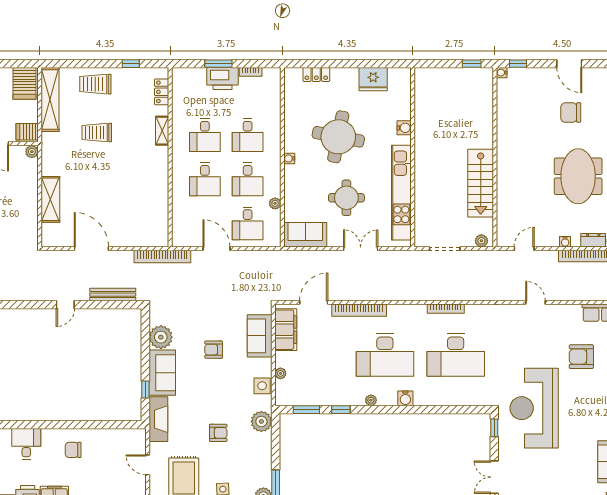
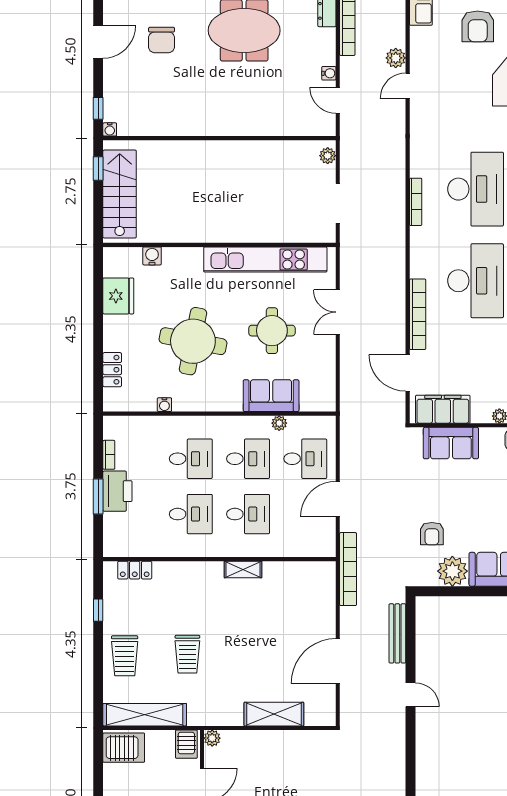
water cooler: (404, 128) -> (152, 256), moved
shelving: (162, 131) -> (243, 570), moved
water cooler: (289, 158) -> (164, 405), moved
stairs: (481, 183) -> (120, 194), moved, turned -90
sofa: (305, 235) -> (271, 396), moved, turned 90
water cooler: (565, 242) -> (329, 73), moved
plant: (557, 293) -> (396, 58), added
armchair: (214, 350) -> (432, 534), moved

